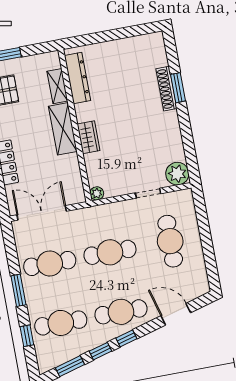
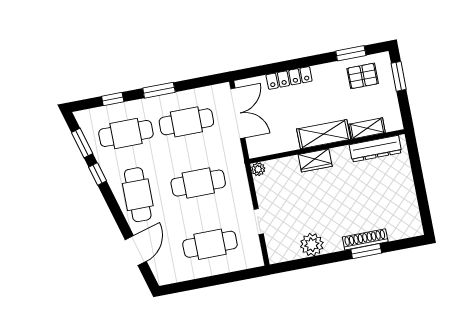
plant: (177, 174) -> (312, 245), moved
cafe table: (110, 252) -> (198, 183), turned 90
cafe table: (50, 263) -> (186, 122), turned 90
cafe table: (61, 323) -> (126, 133), turned 90
window: (126, 338) -> (111, 200), removed

